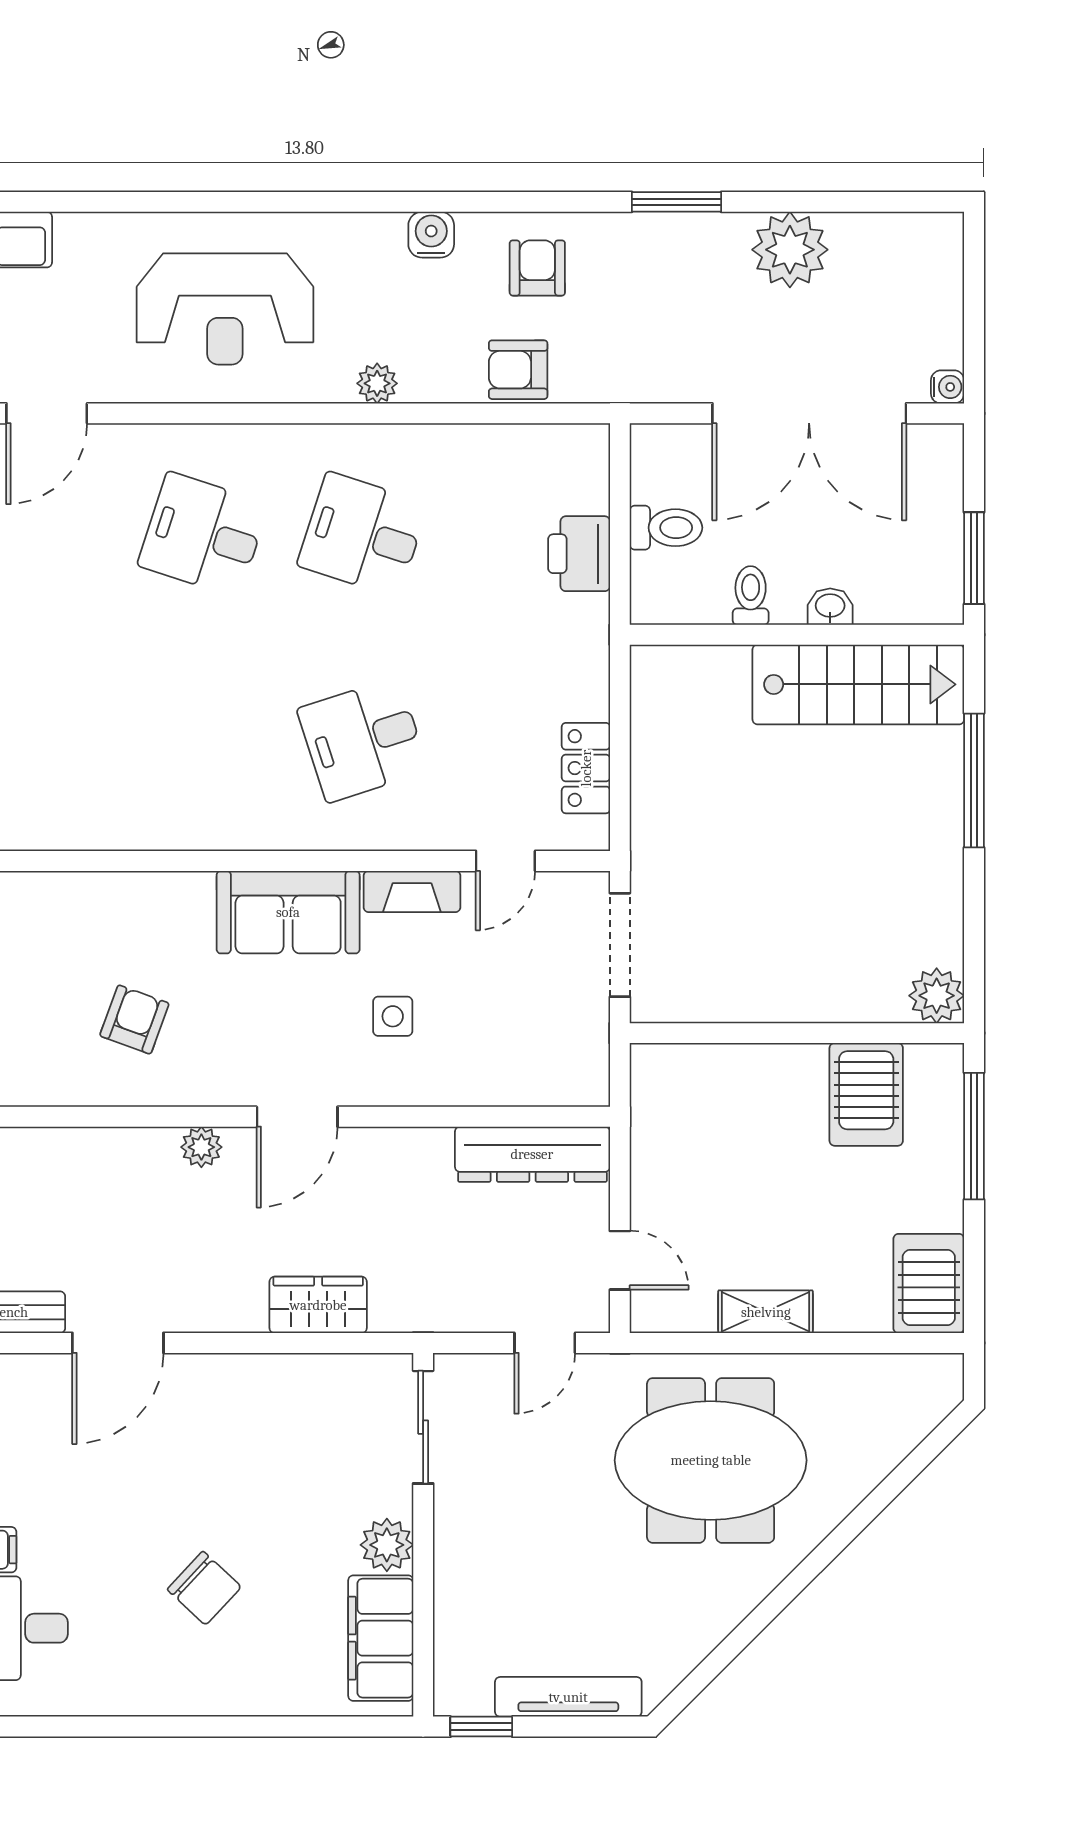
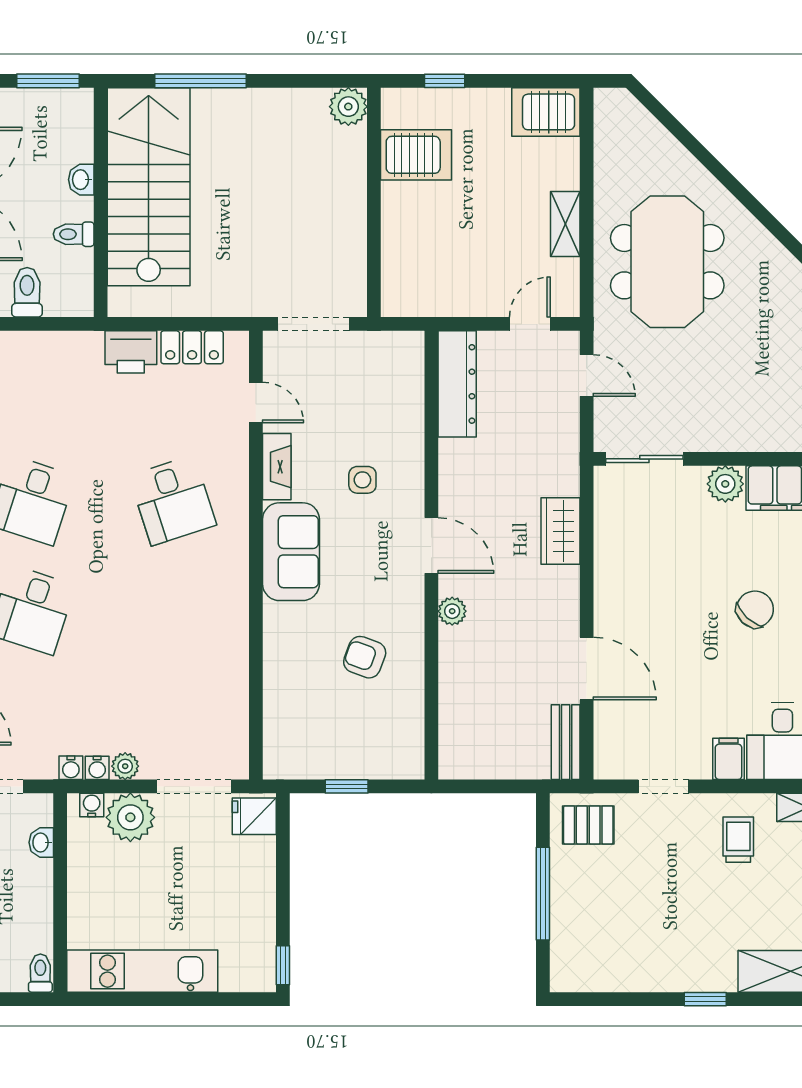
printer: (579, 554) -> (131, 352), moved
stairs: (858, 684) -> (149, 187), width x1.36, depth x1.51
window: (974, 1136) -> (445, 81), width x0.46

